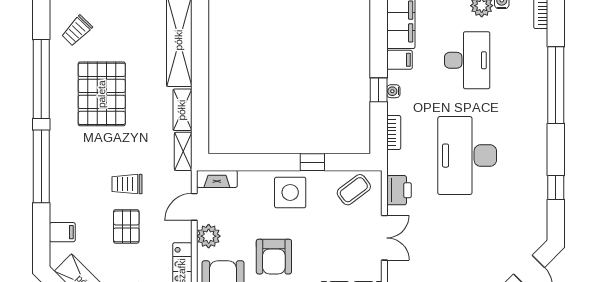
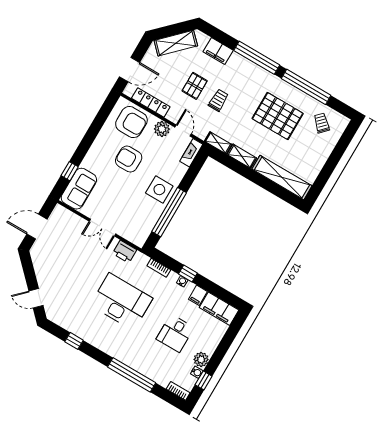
desk: (467, 60) -> (175, 333), width x0.73
window: (312, 162) -> (169, 212), width x3.17
coffee table: (354, 190) -> (140, 226), removed
pallet: (126, 226) -> (195, 86), turned 90
filing cabinet: (62, 232) -> (218, 51), width x2.00

